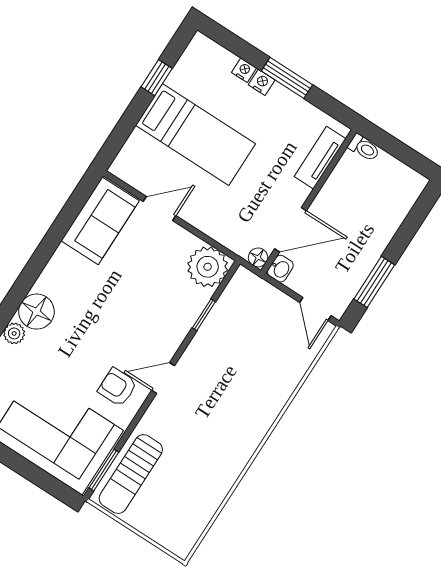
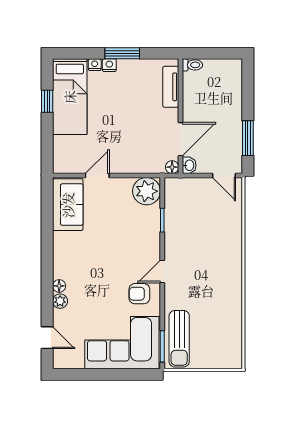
bed: (196, 135) -> (70, 97), moved, turned 90
floor lamp: (36, 312) -> (59, 286), width x0.53, depth x0.53

